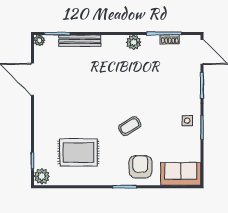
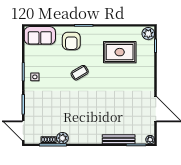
plant: (134, 42) -> (62, 138), moved

